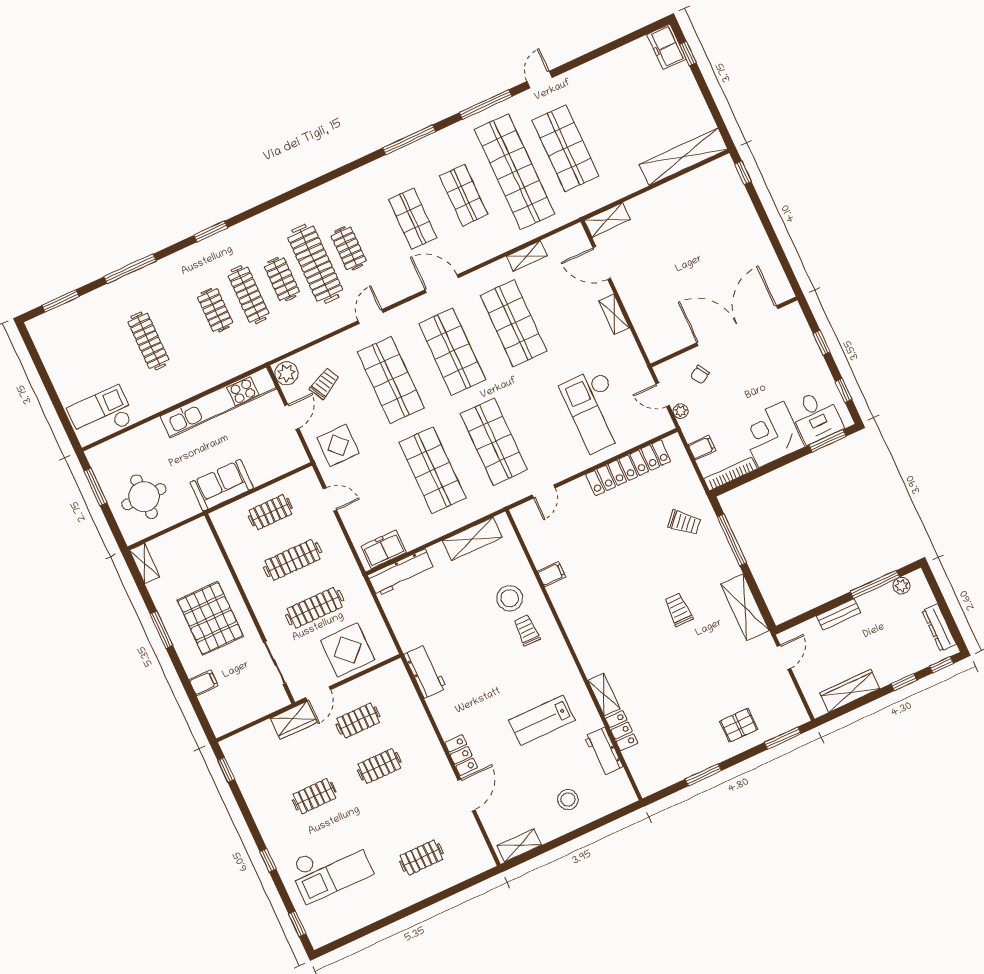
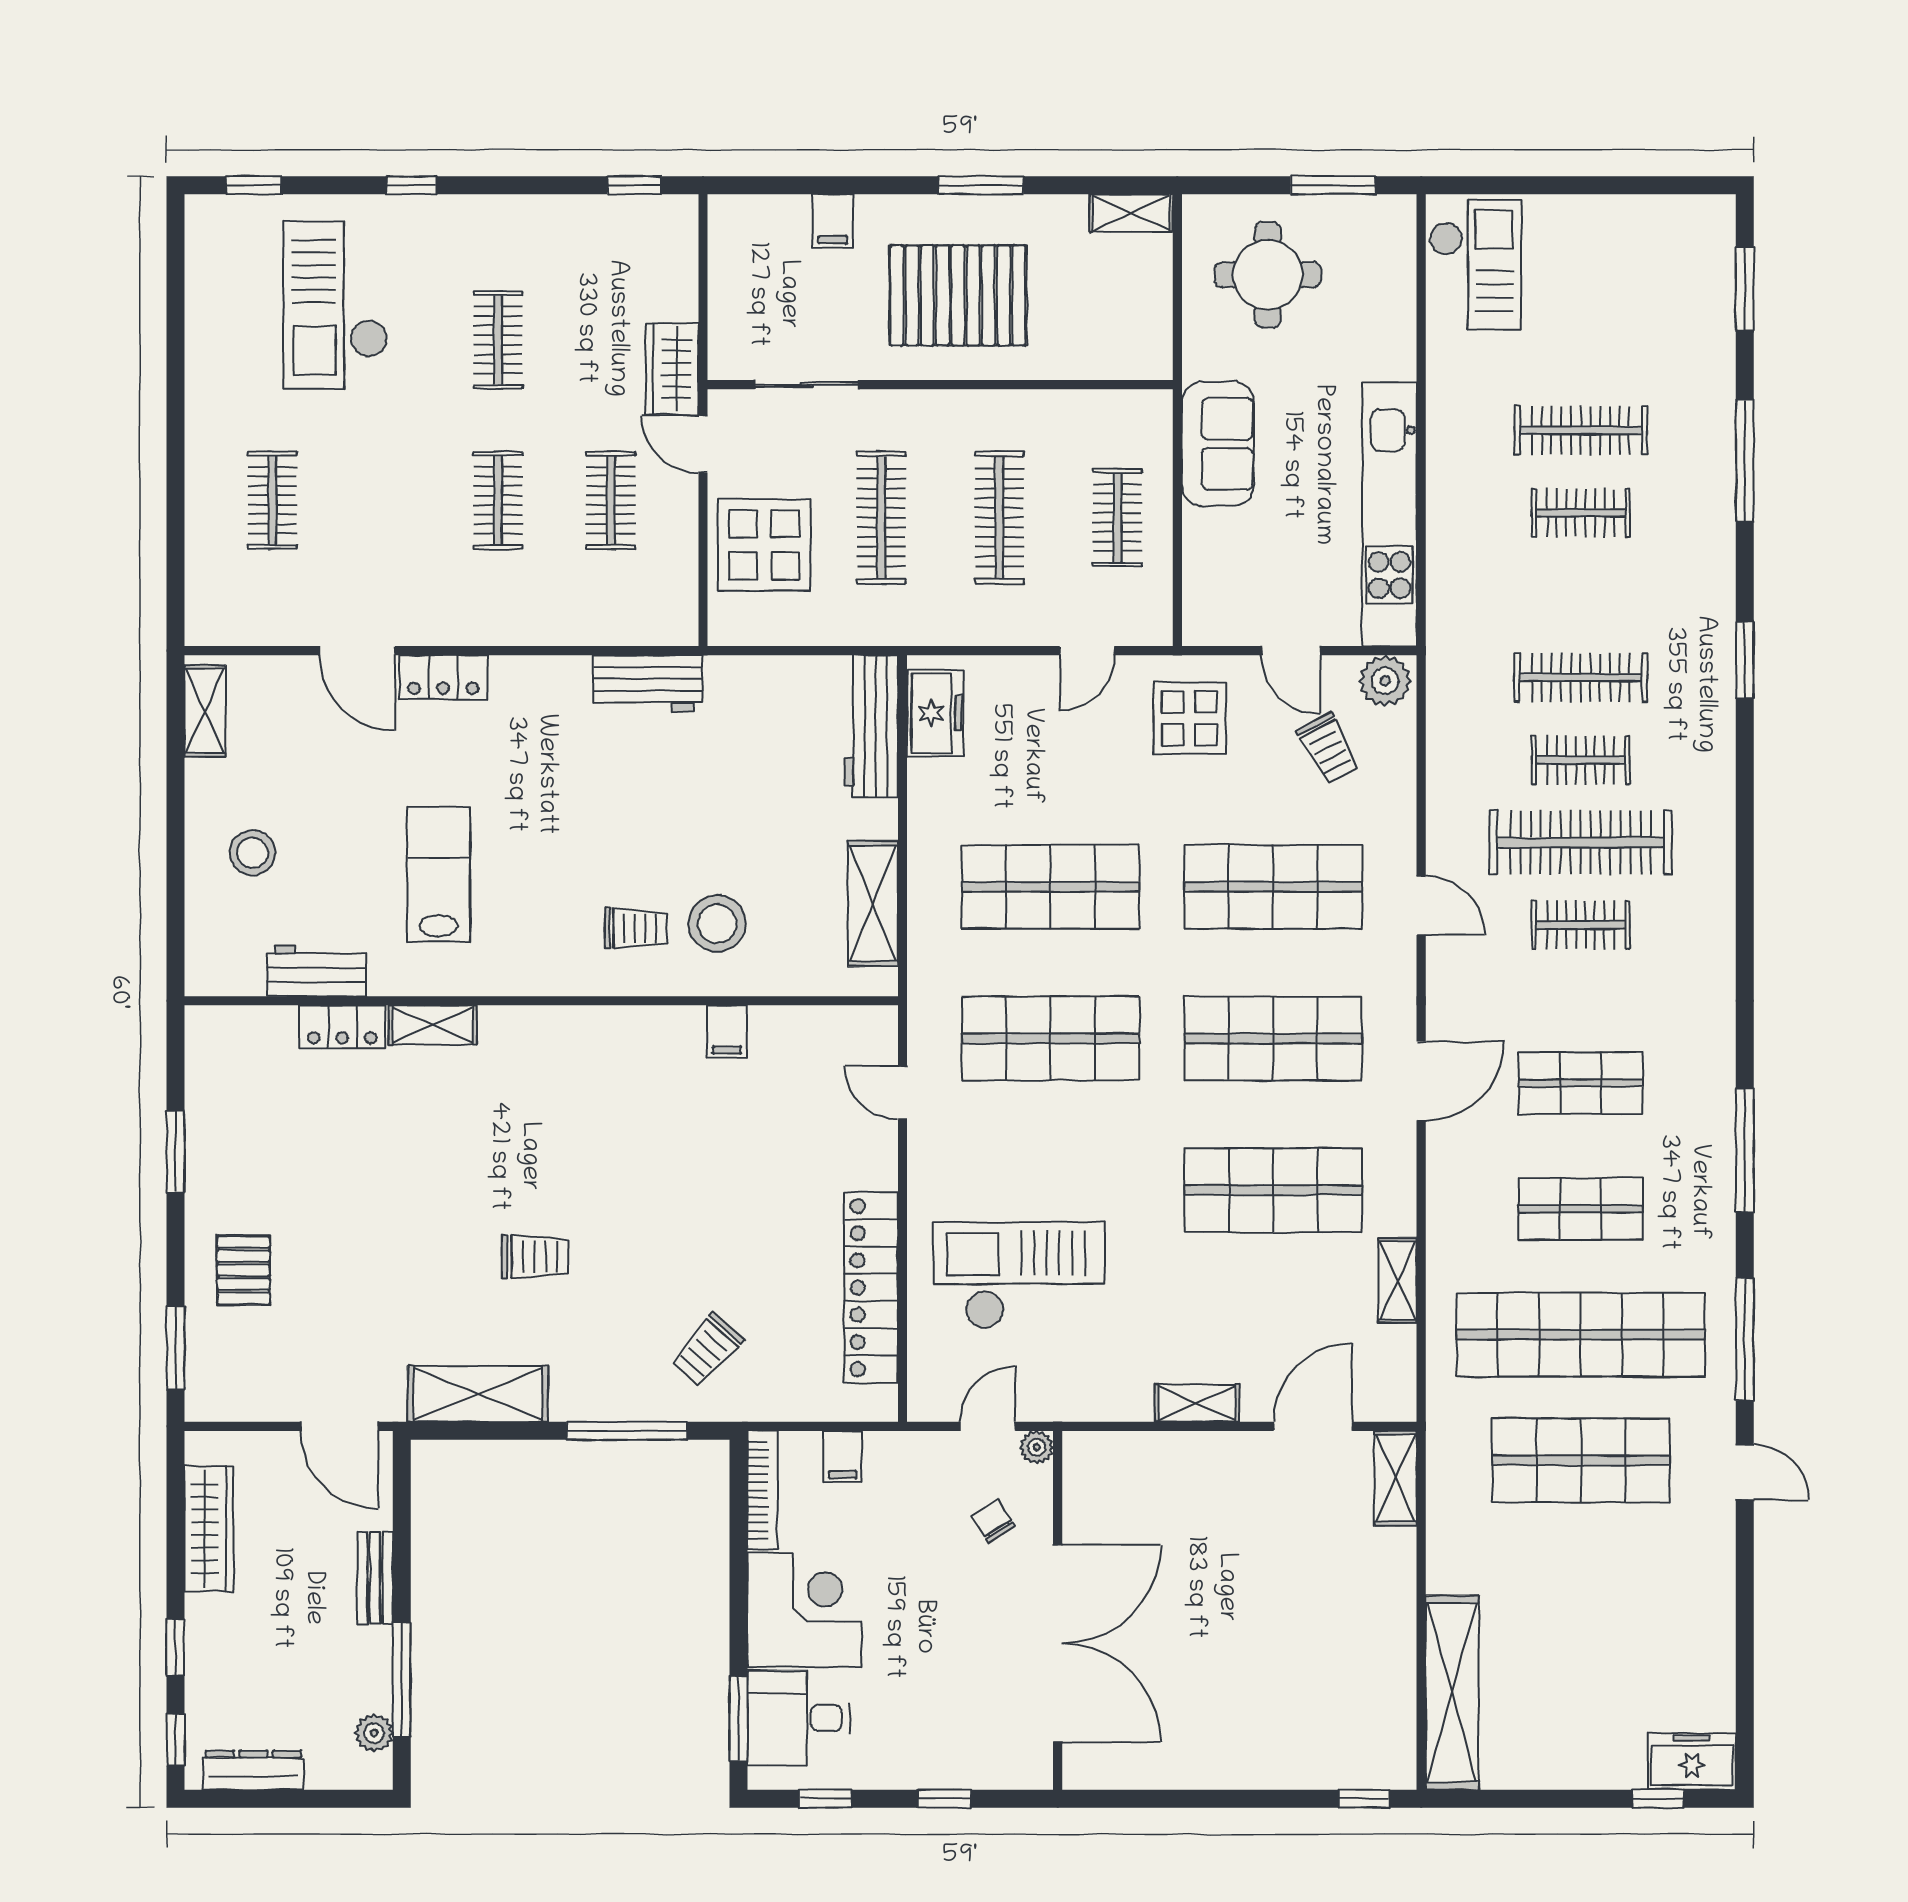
clothes rail: (215, 310) -> (1581, 513), moved
plant: (681, 411) -> (1037, 1447), moved
door: (784, 657) -> (339, 1426), width x1.38

